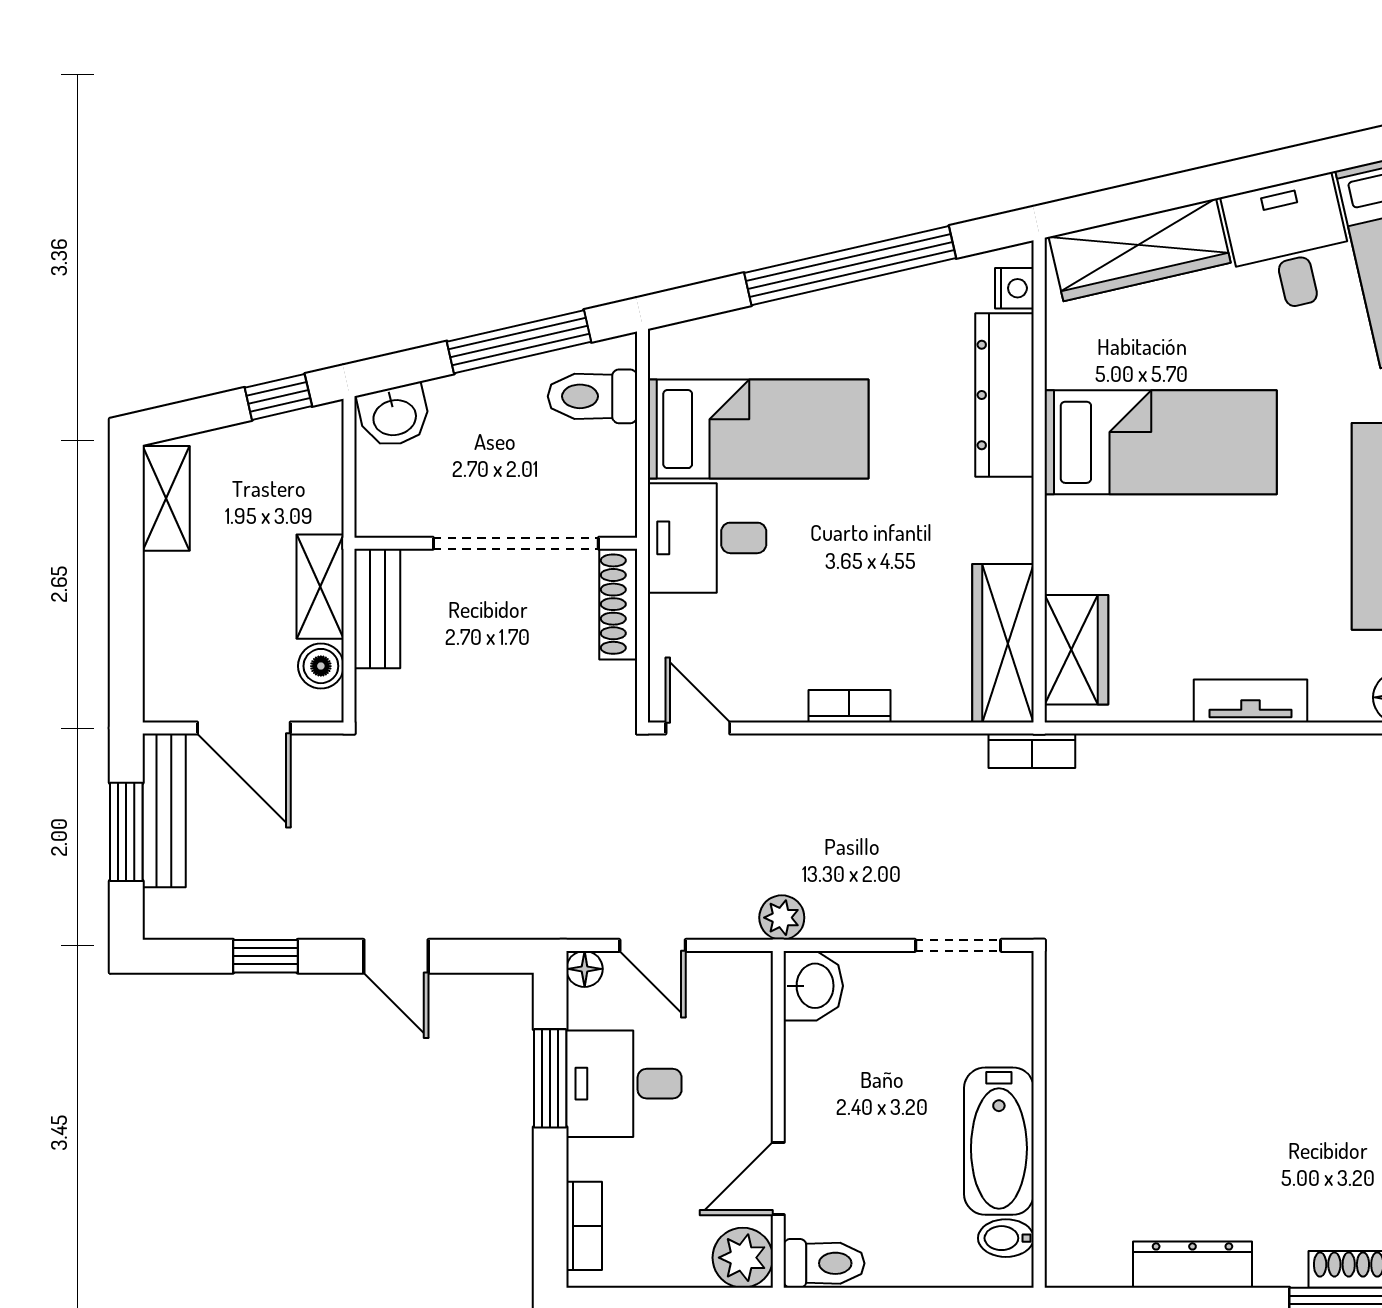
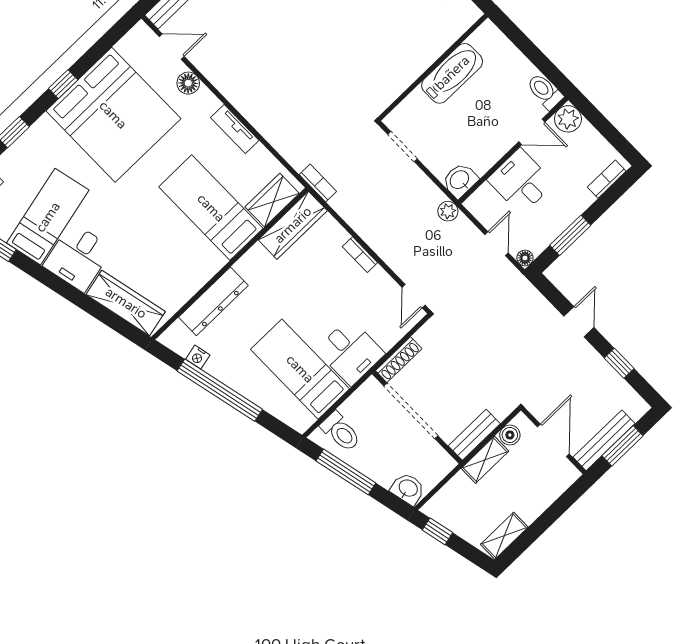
nightstand: (1014, 288) -> (198, 357), moved, turned -103
bed: (1161, 442) -> (211, 208), moved
desk: (624, 1084) -> (521, 181), moved, turned 180
bidet: (1006, 1238) -> (481, 41), removed

